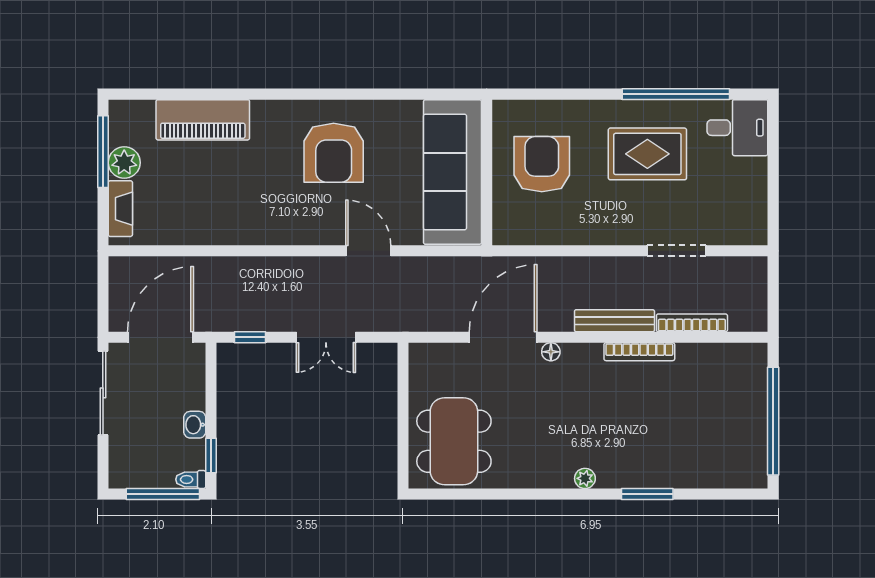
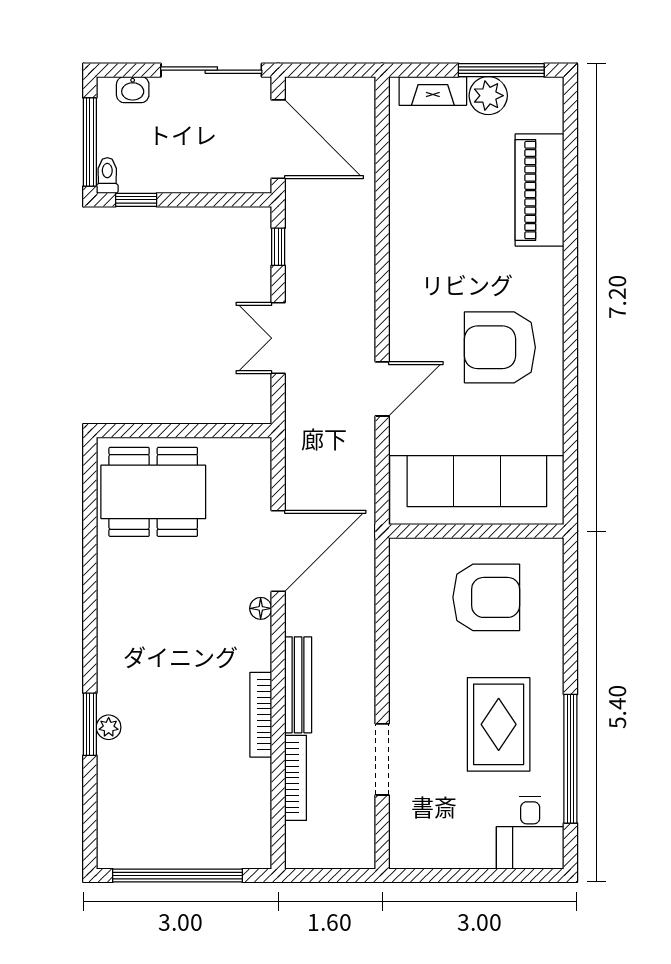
door: (503, 337) -> (278, 551), hinge flipped
washbasin: (195, 425) -> (133, 90), moved, turned 180
plant: (585, 478) -> (109, 727), moved

